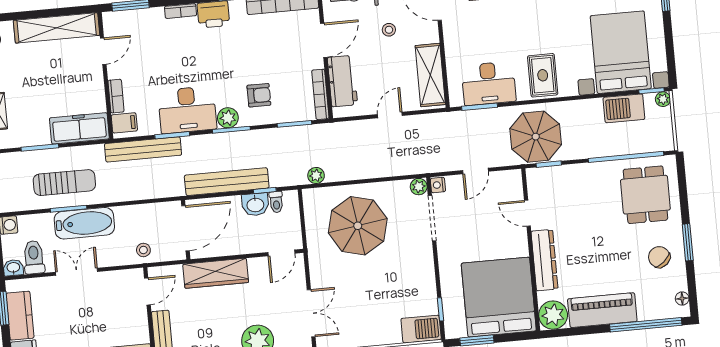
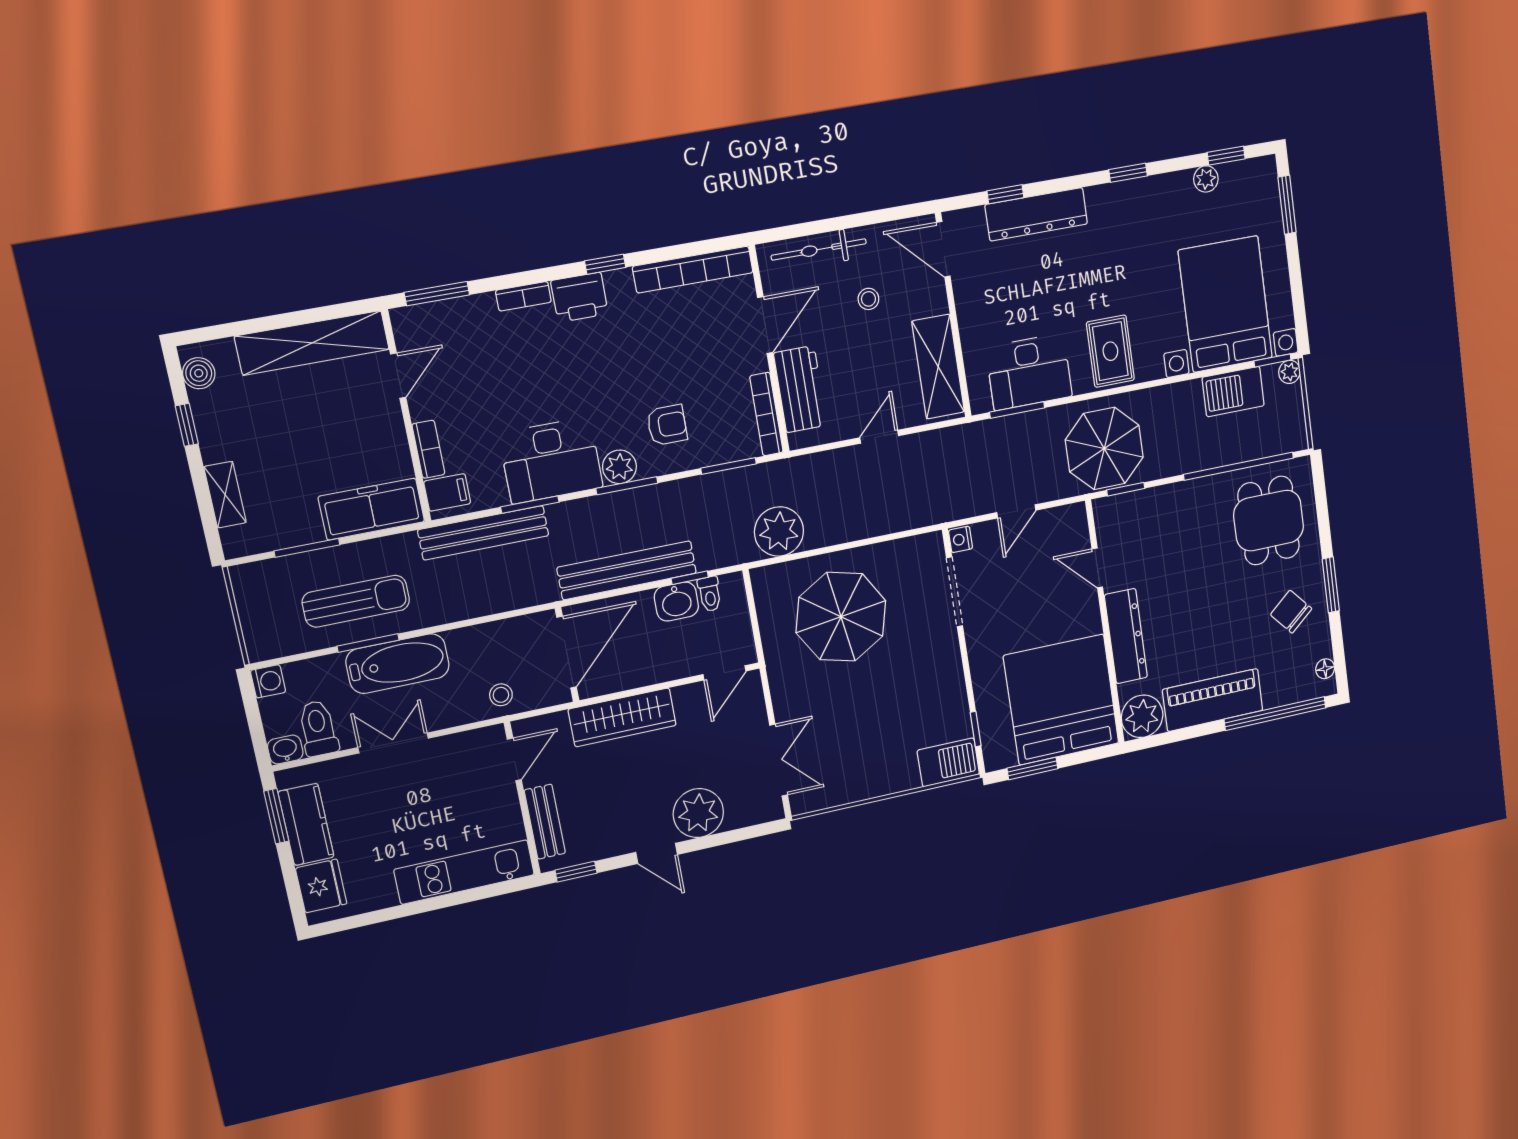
plant: (316, 175) -> (779, 531), width x1.88, depth x1.88
plant: (419, 187) -> (931, 545), removed

